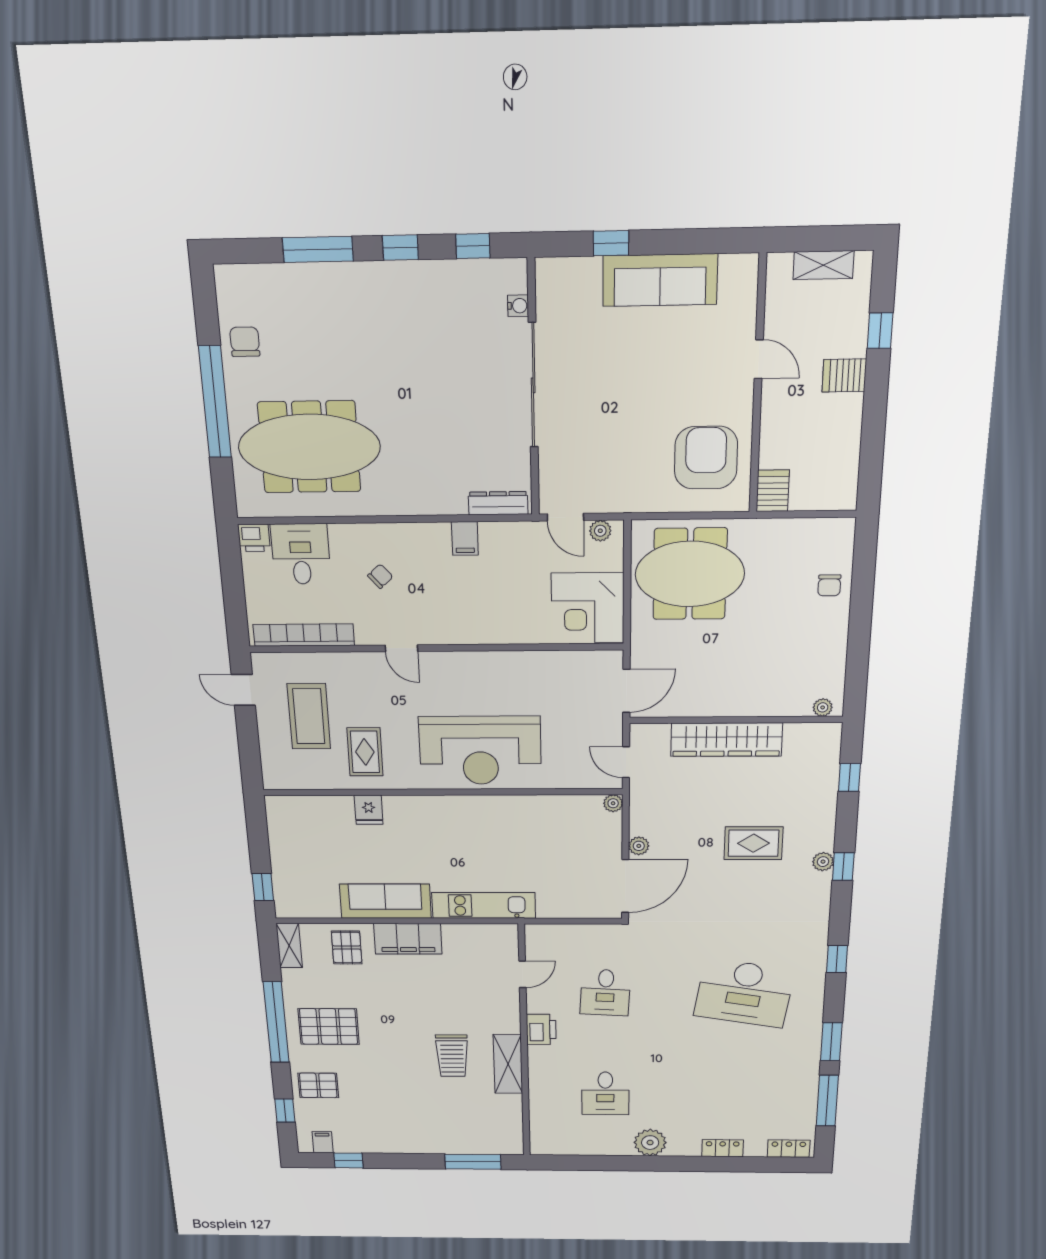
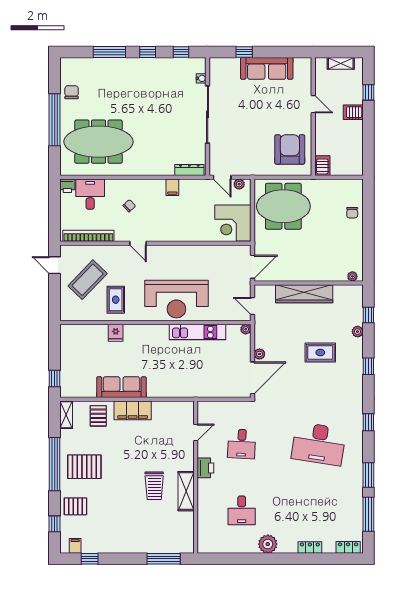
coffee table: (309, 716) -> (88, 280), turned 44
plant: (823, 862) -> (358, 332), moved
kitchen unit: (484, 905) -> (197, 332), moved, turned 180

